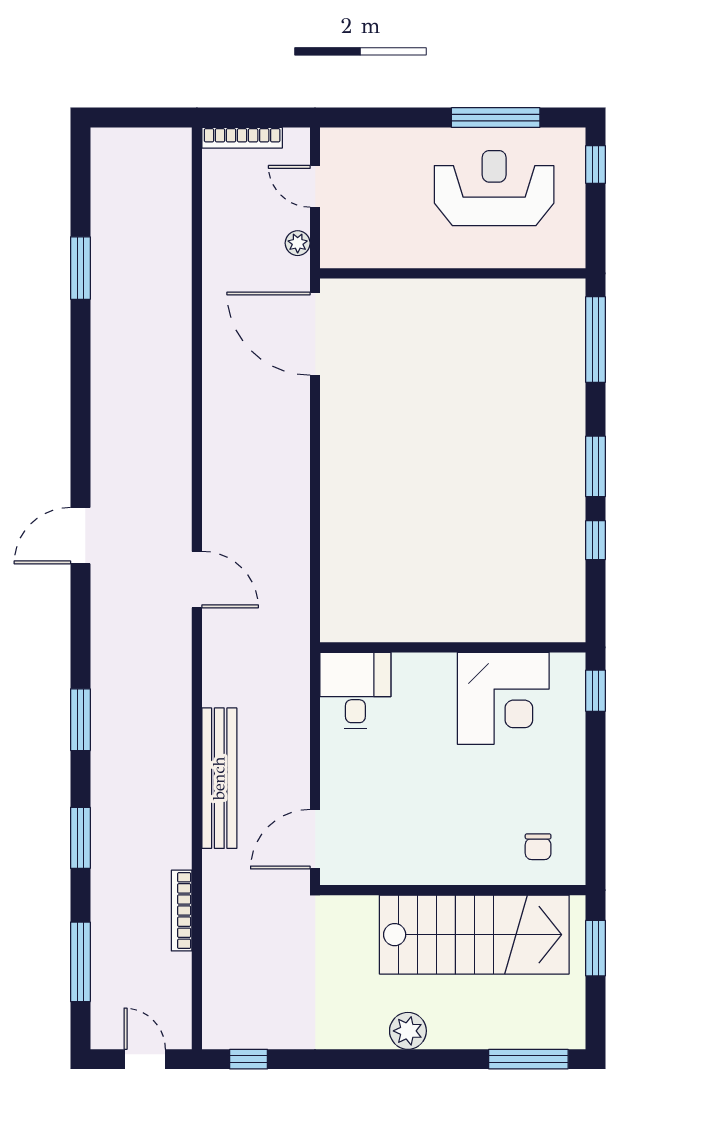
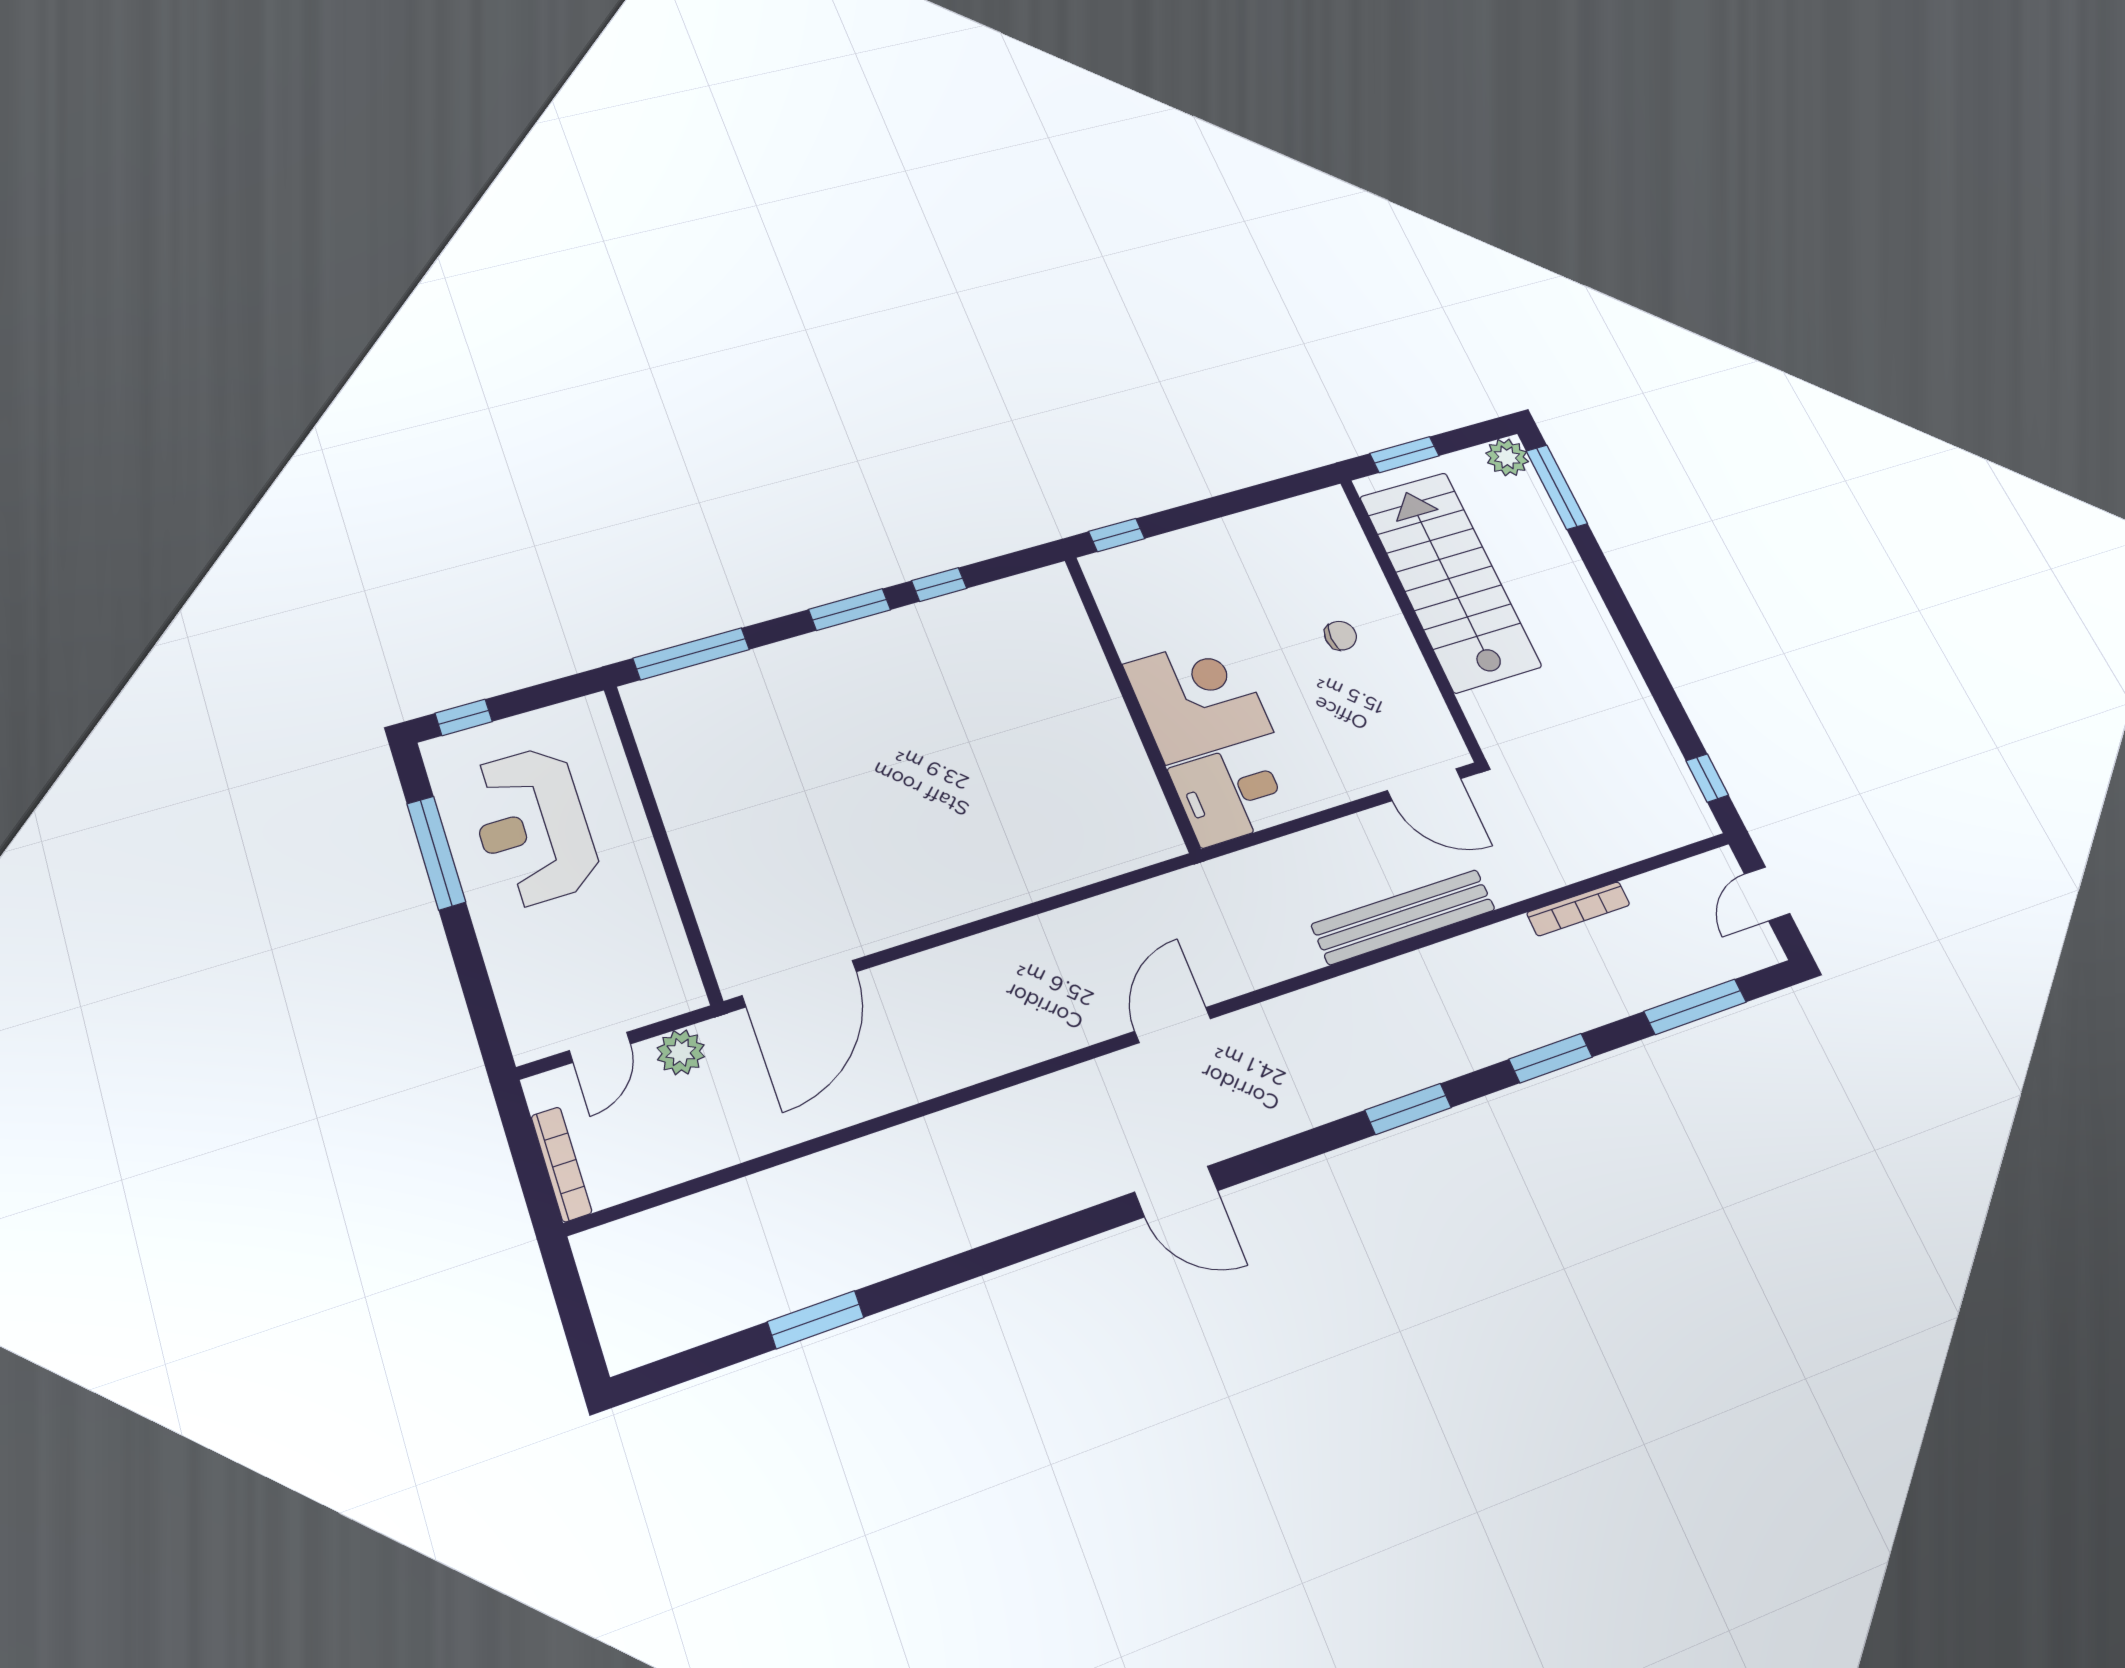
plant: (298, 243) -> (681, 1052), width x1.38, depth x1.38
corner desk: (503, 698) -> (1198, 698), moved
chair: (538, 847) -> (1340, 636), moved
plant: (408, 1031) -> (1507, 457), moved

